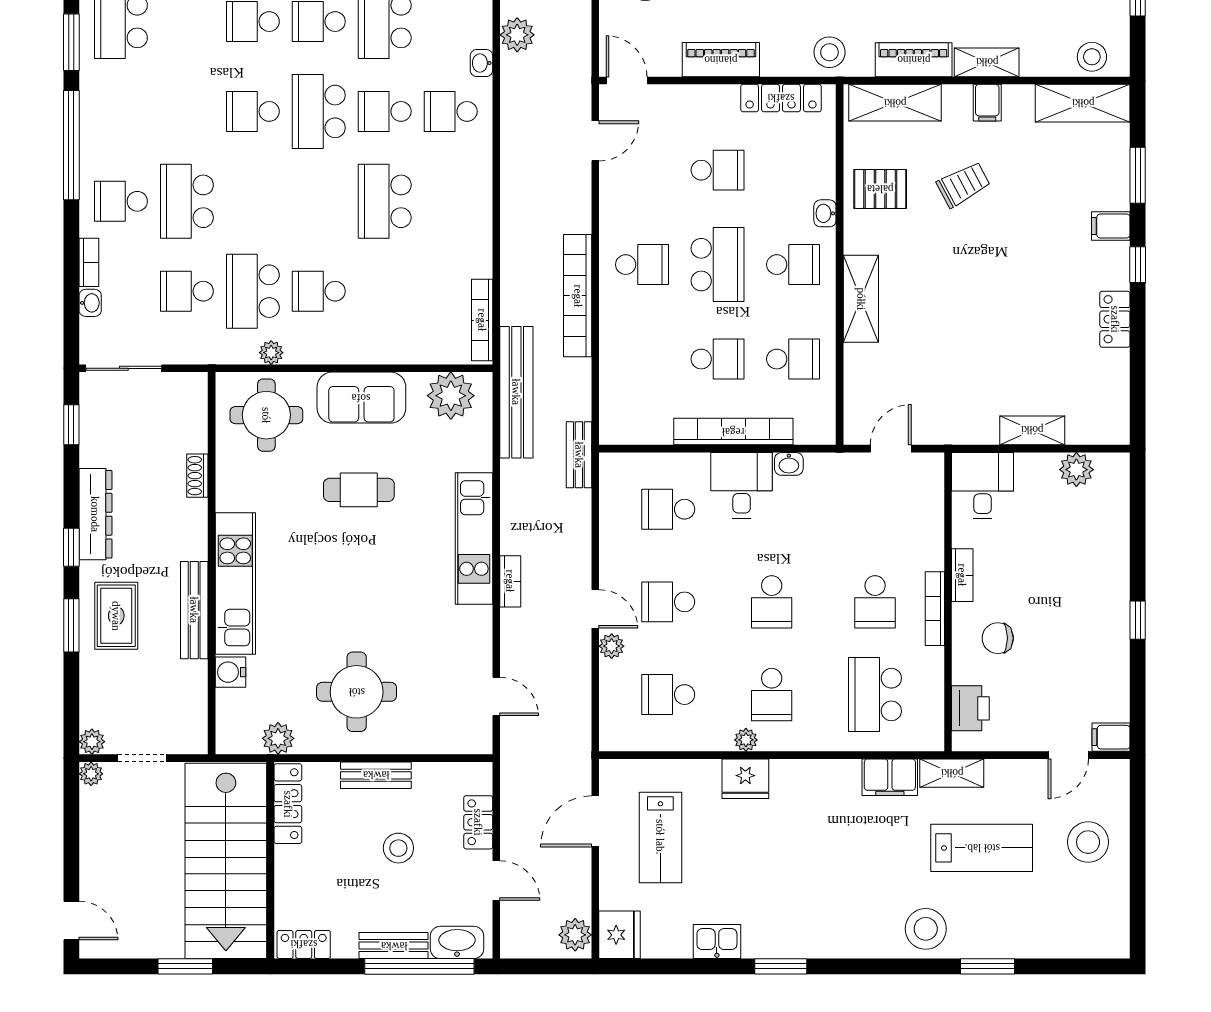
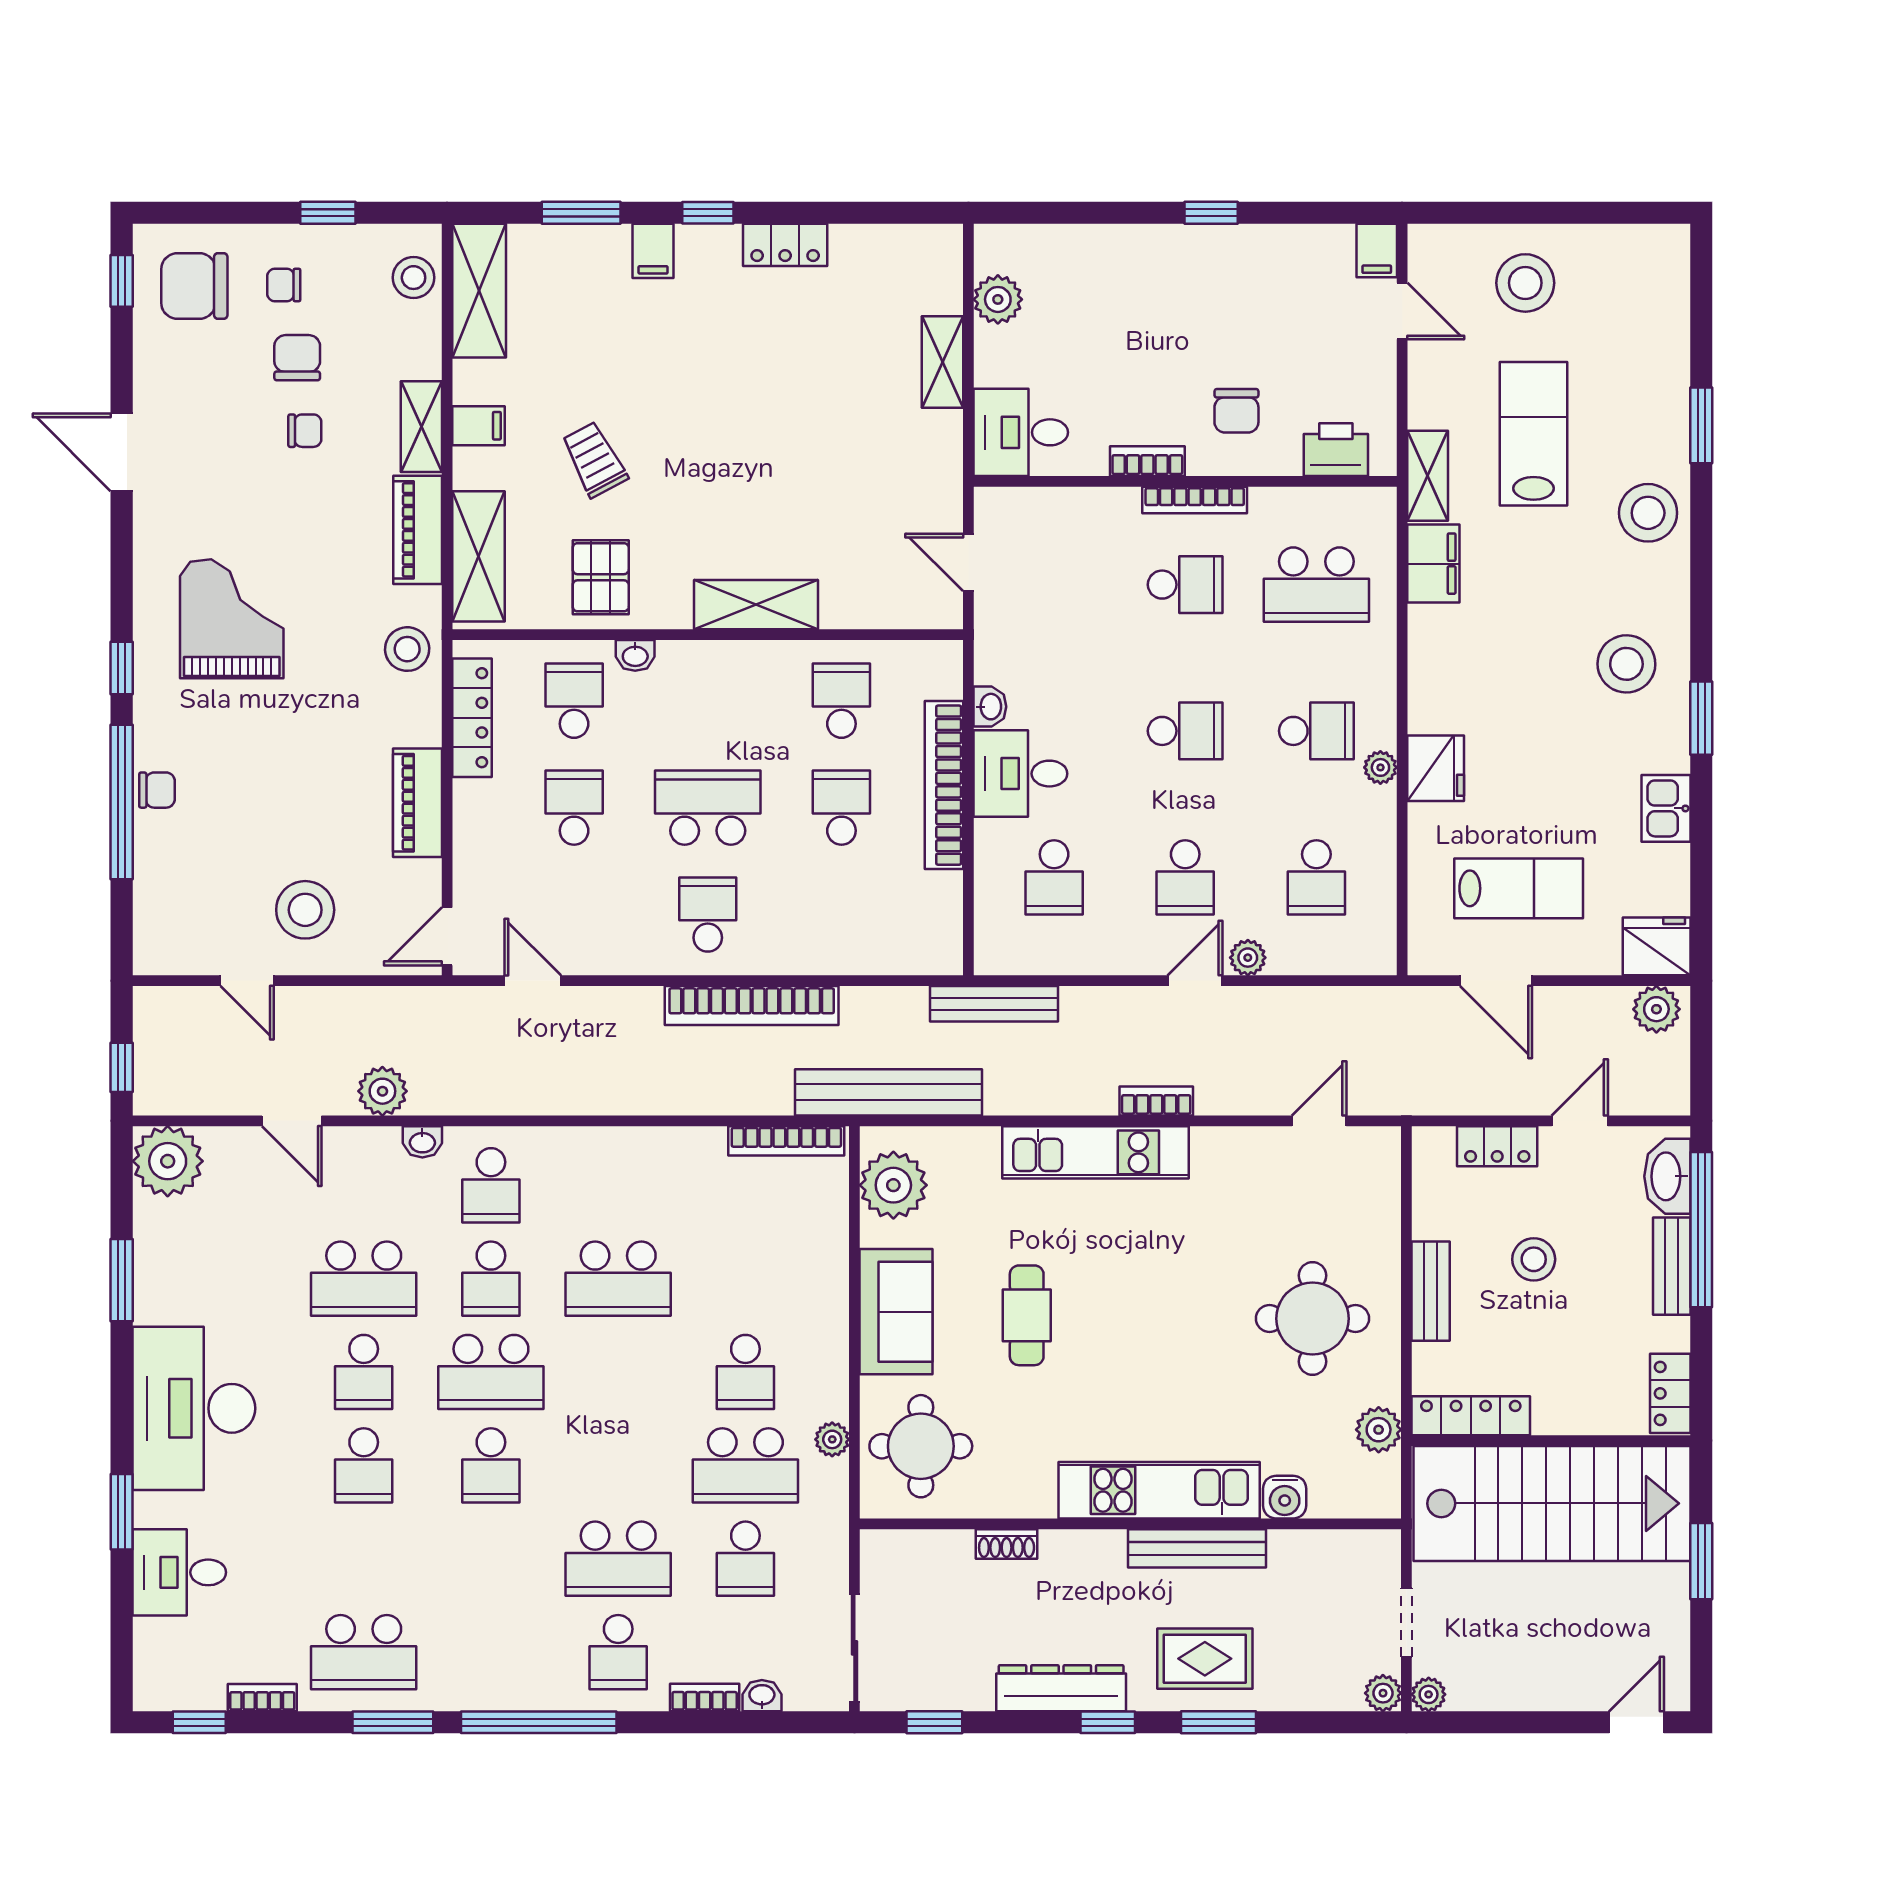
school desk: (793, 265) -> (574, 701), moved
bench: (579, 455) -> (994, 1004), width x1.36
stool: (819, 914) -> (1626, 664), added

